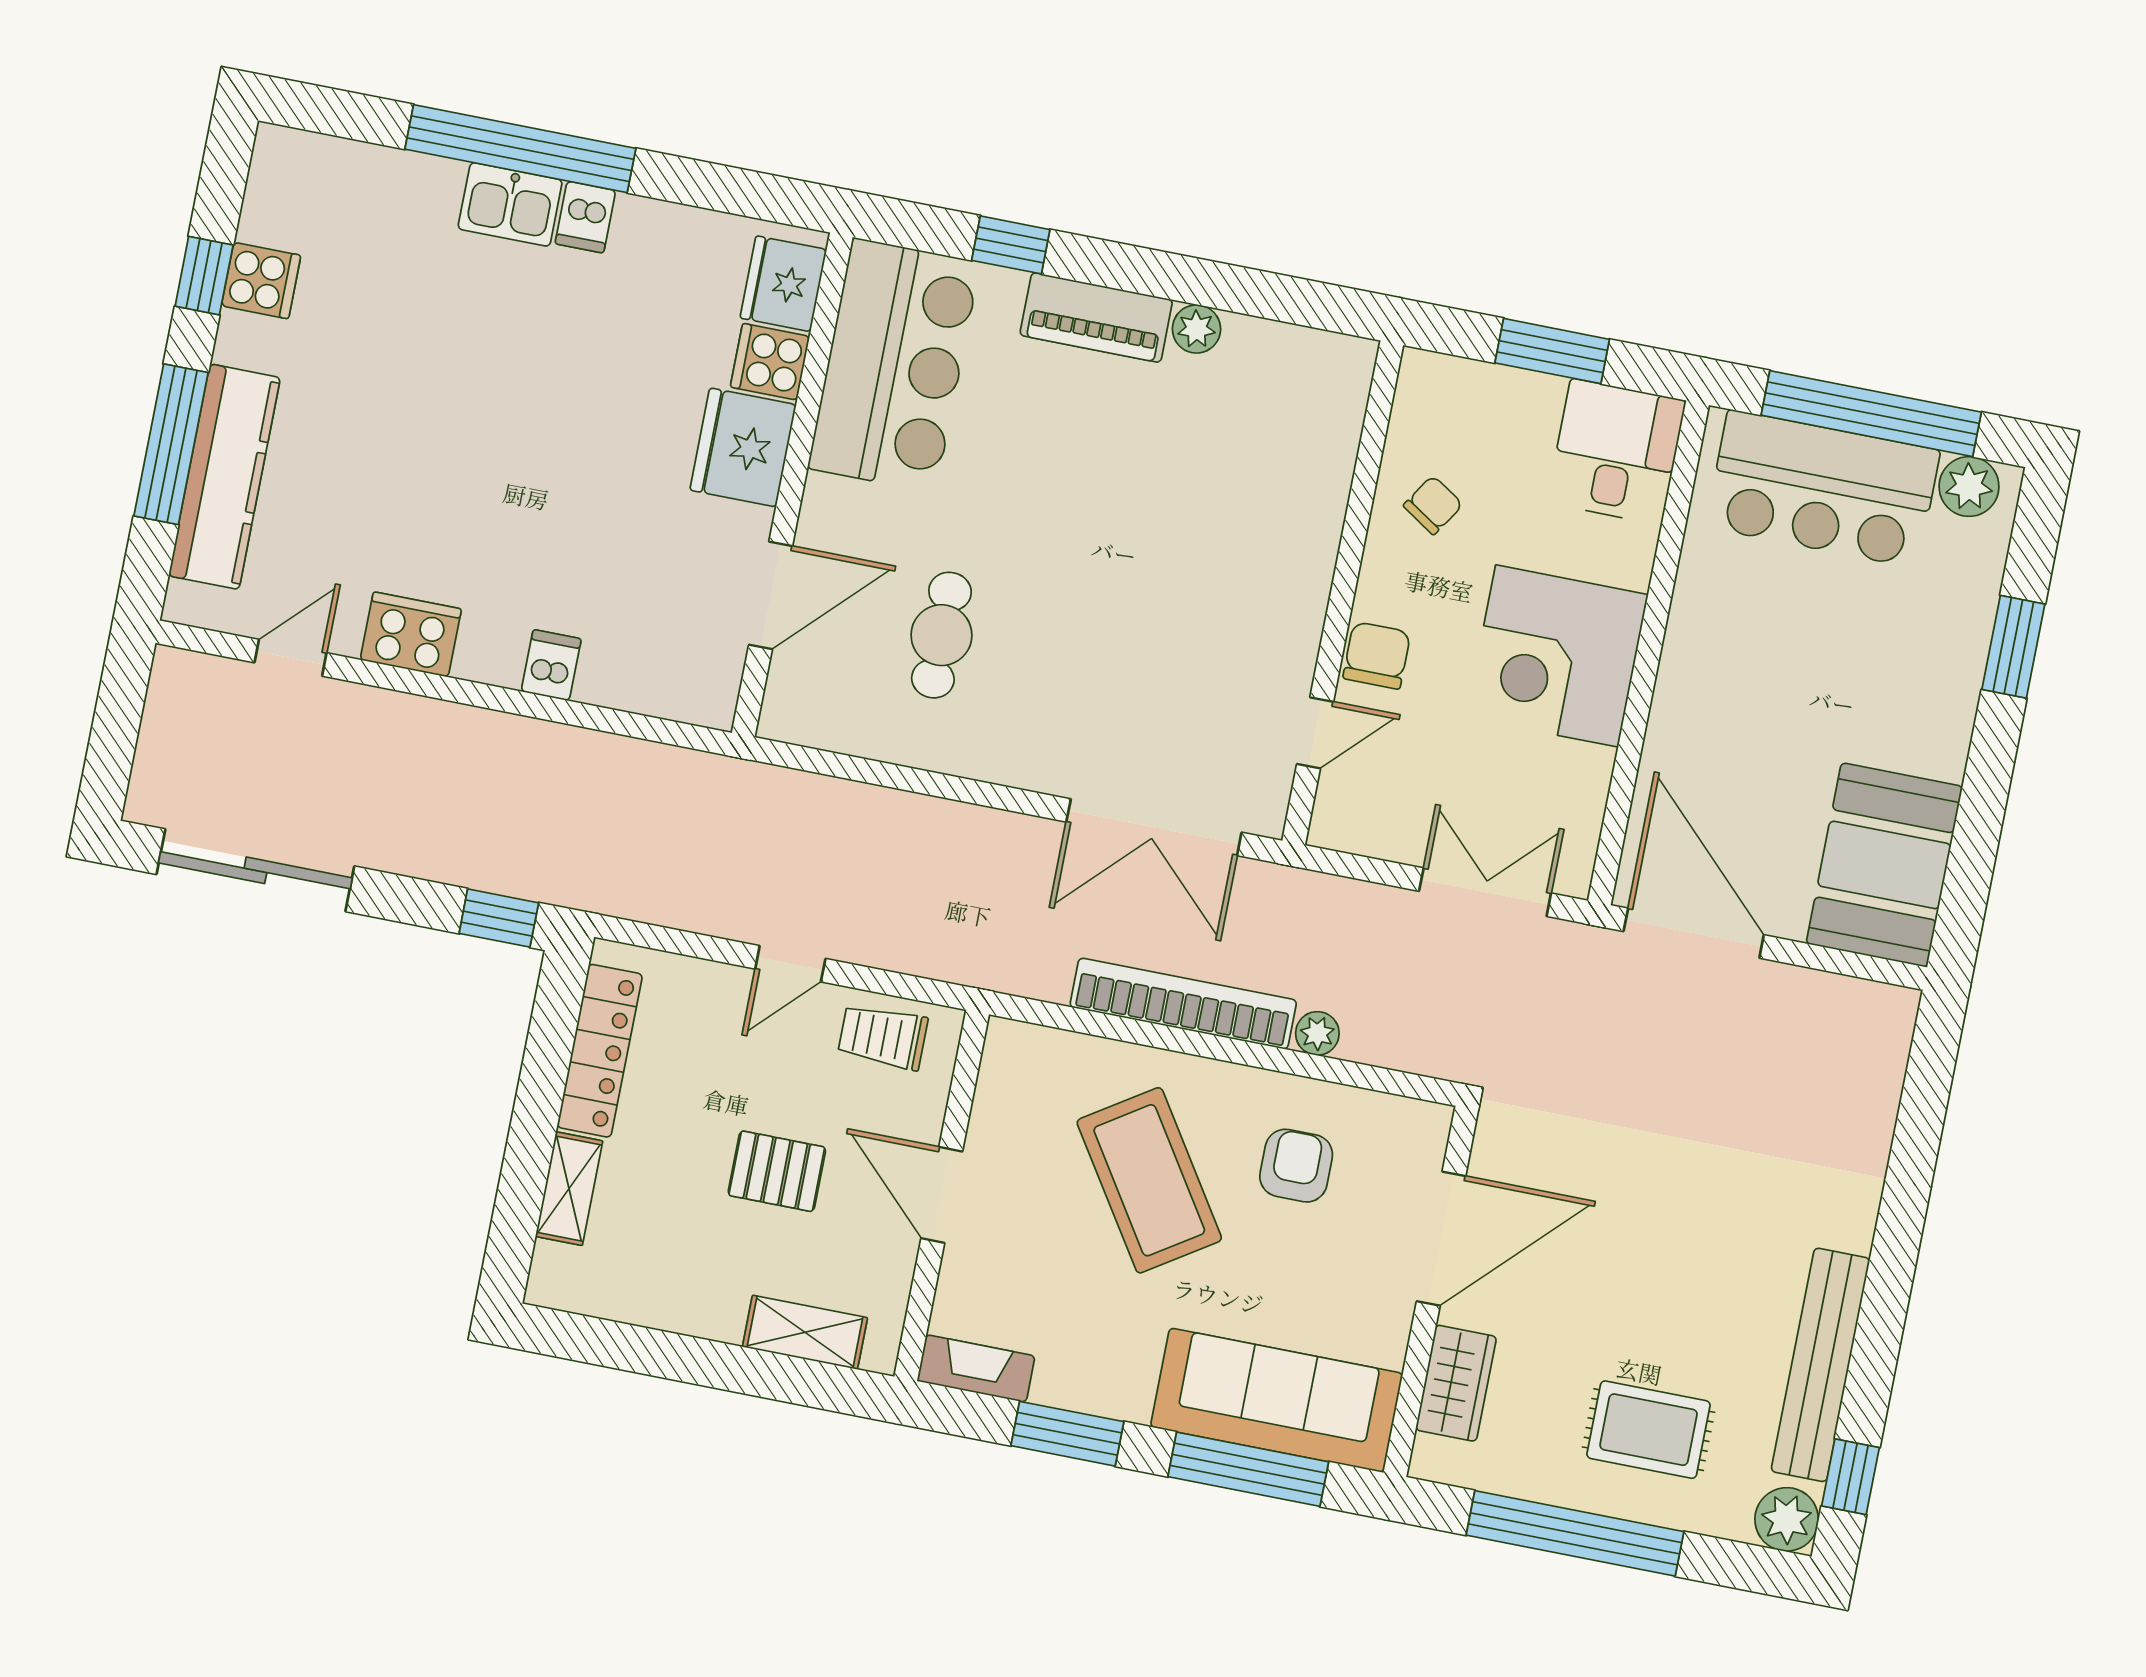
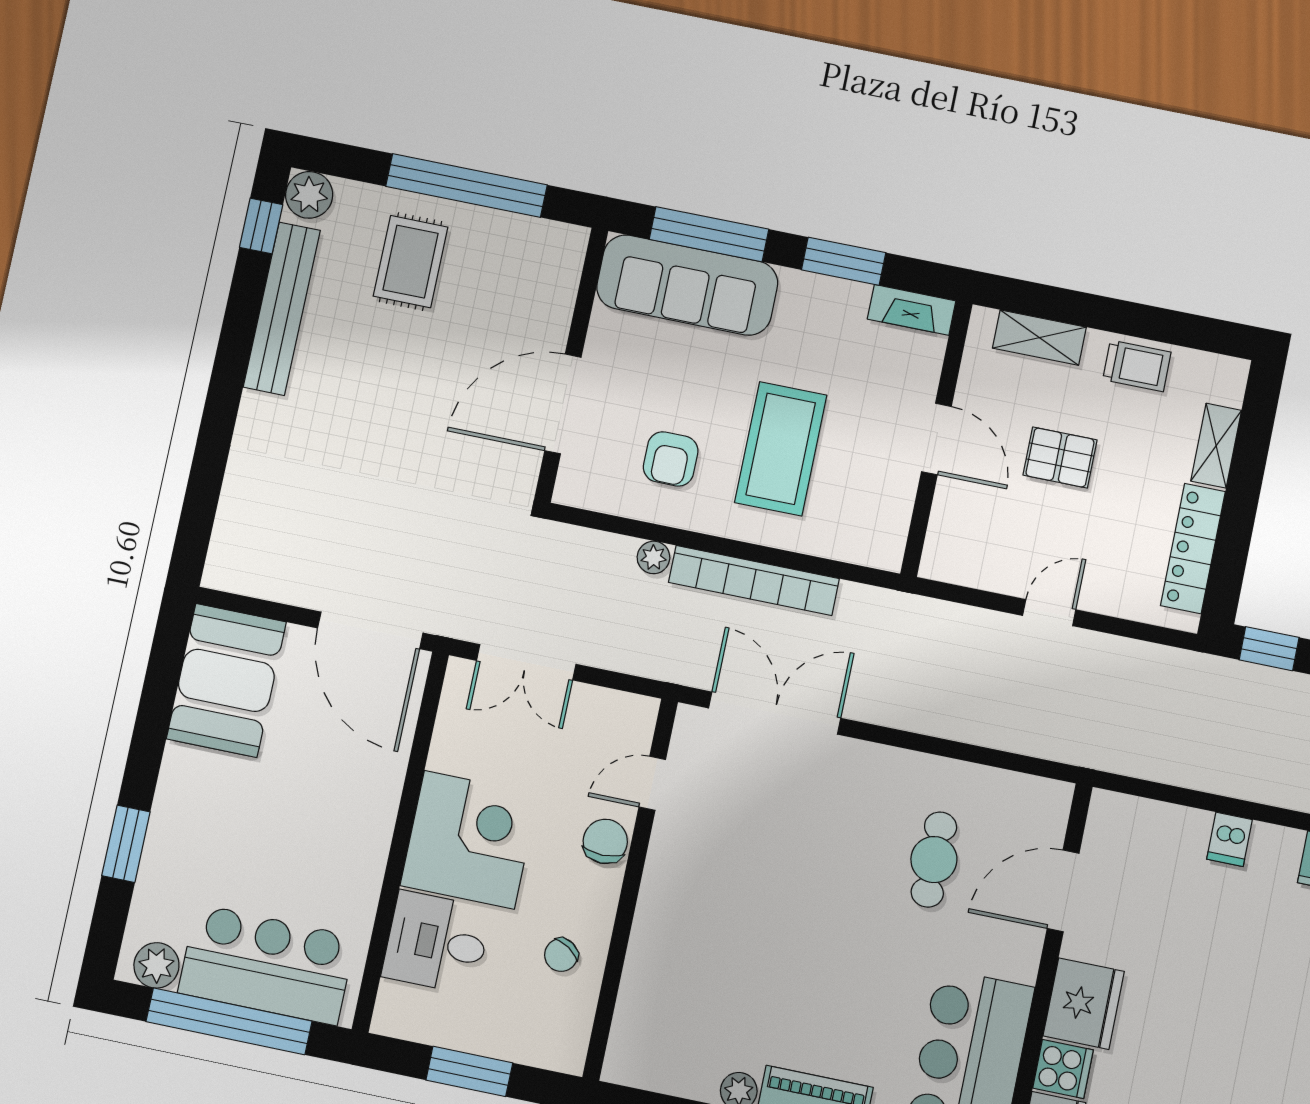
desk: (1616, 452) -> (437, 942), moved, turned 90
chair: (1377, 655) -> (605, 841), turned 180
trolley: (883, 1037) -> (1137, 366), moved
coffee table: (1149, 1180) -> (781, 449), turned 33
wardrobe: (1456, 1383) -> (553, 297), removed
rug: (1649, 1430) -> (411, 262), turned 90

